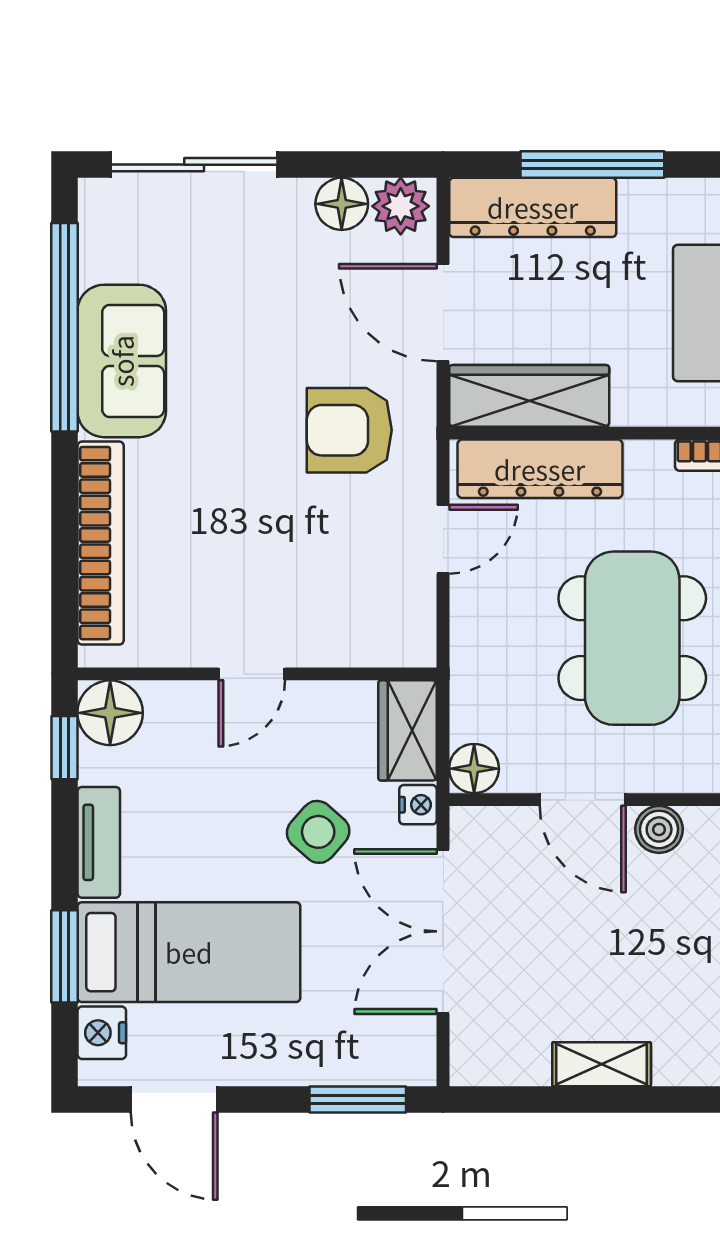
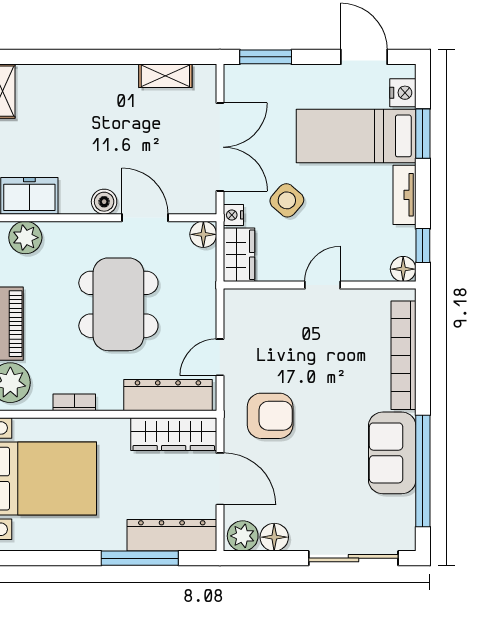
floor lamp: (110, 713) -> (403, 269), width x0.73, depth x0.73
shelving: (602, 1064) -> (165, 76), moved

